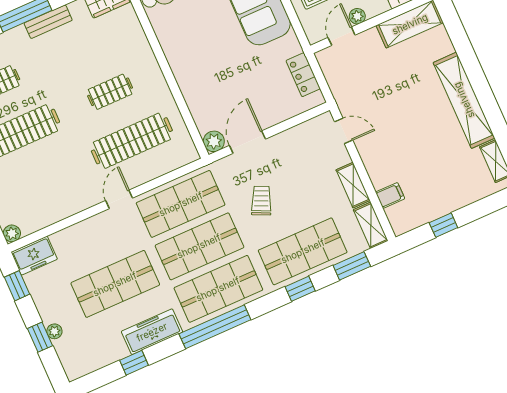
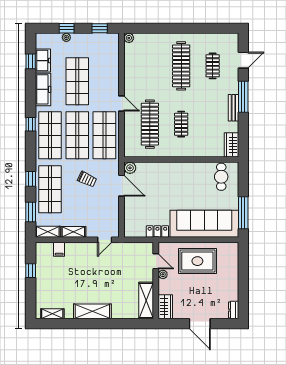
locker: (303, 75) -> (157, 231), moved
shelving: (464, 100) -> (92, 311), width x0.68
freezer: (34, 256) -> (43, 61), moved, turned 180
window: (215, 327) -> (31, 124), width x0.32
window: (134, 363) -> (31, 61), moved

